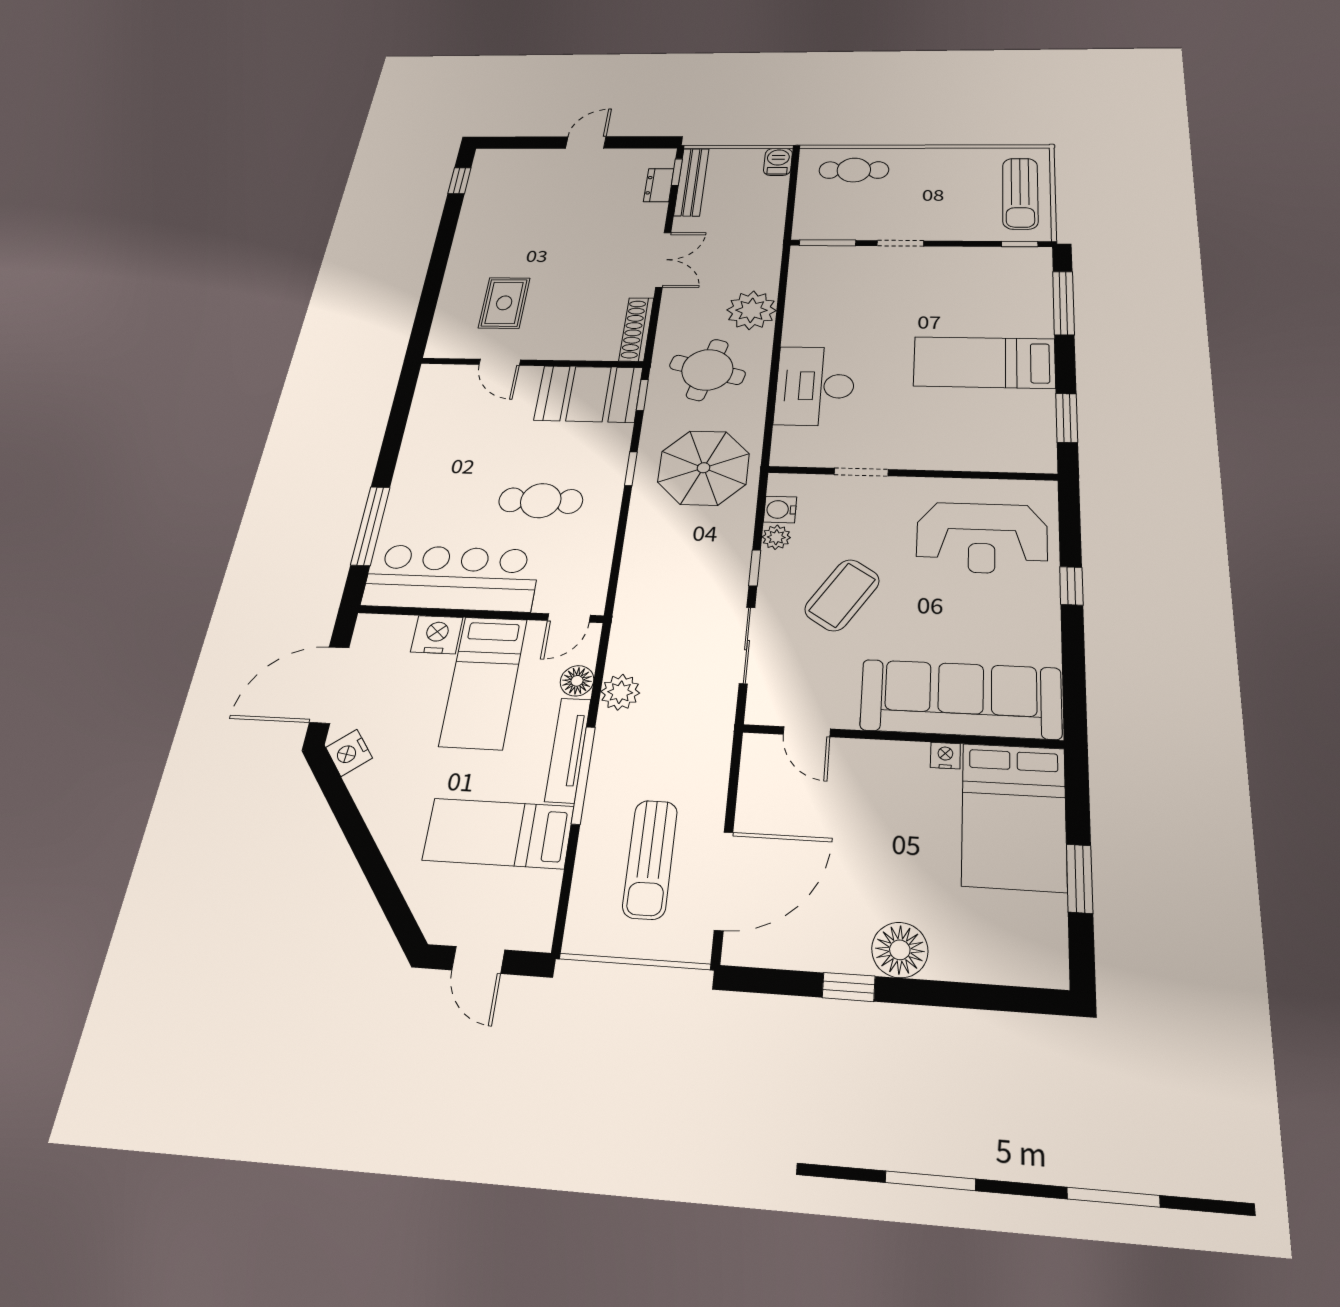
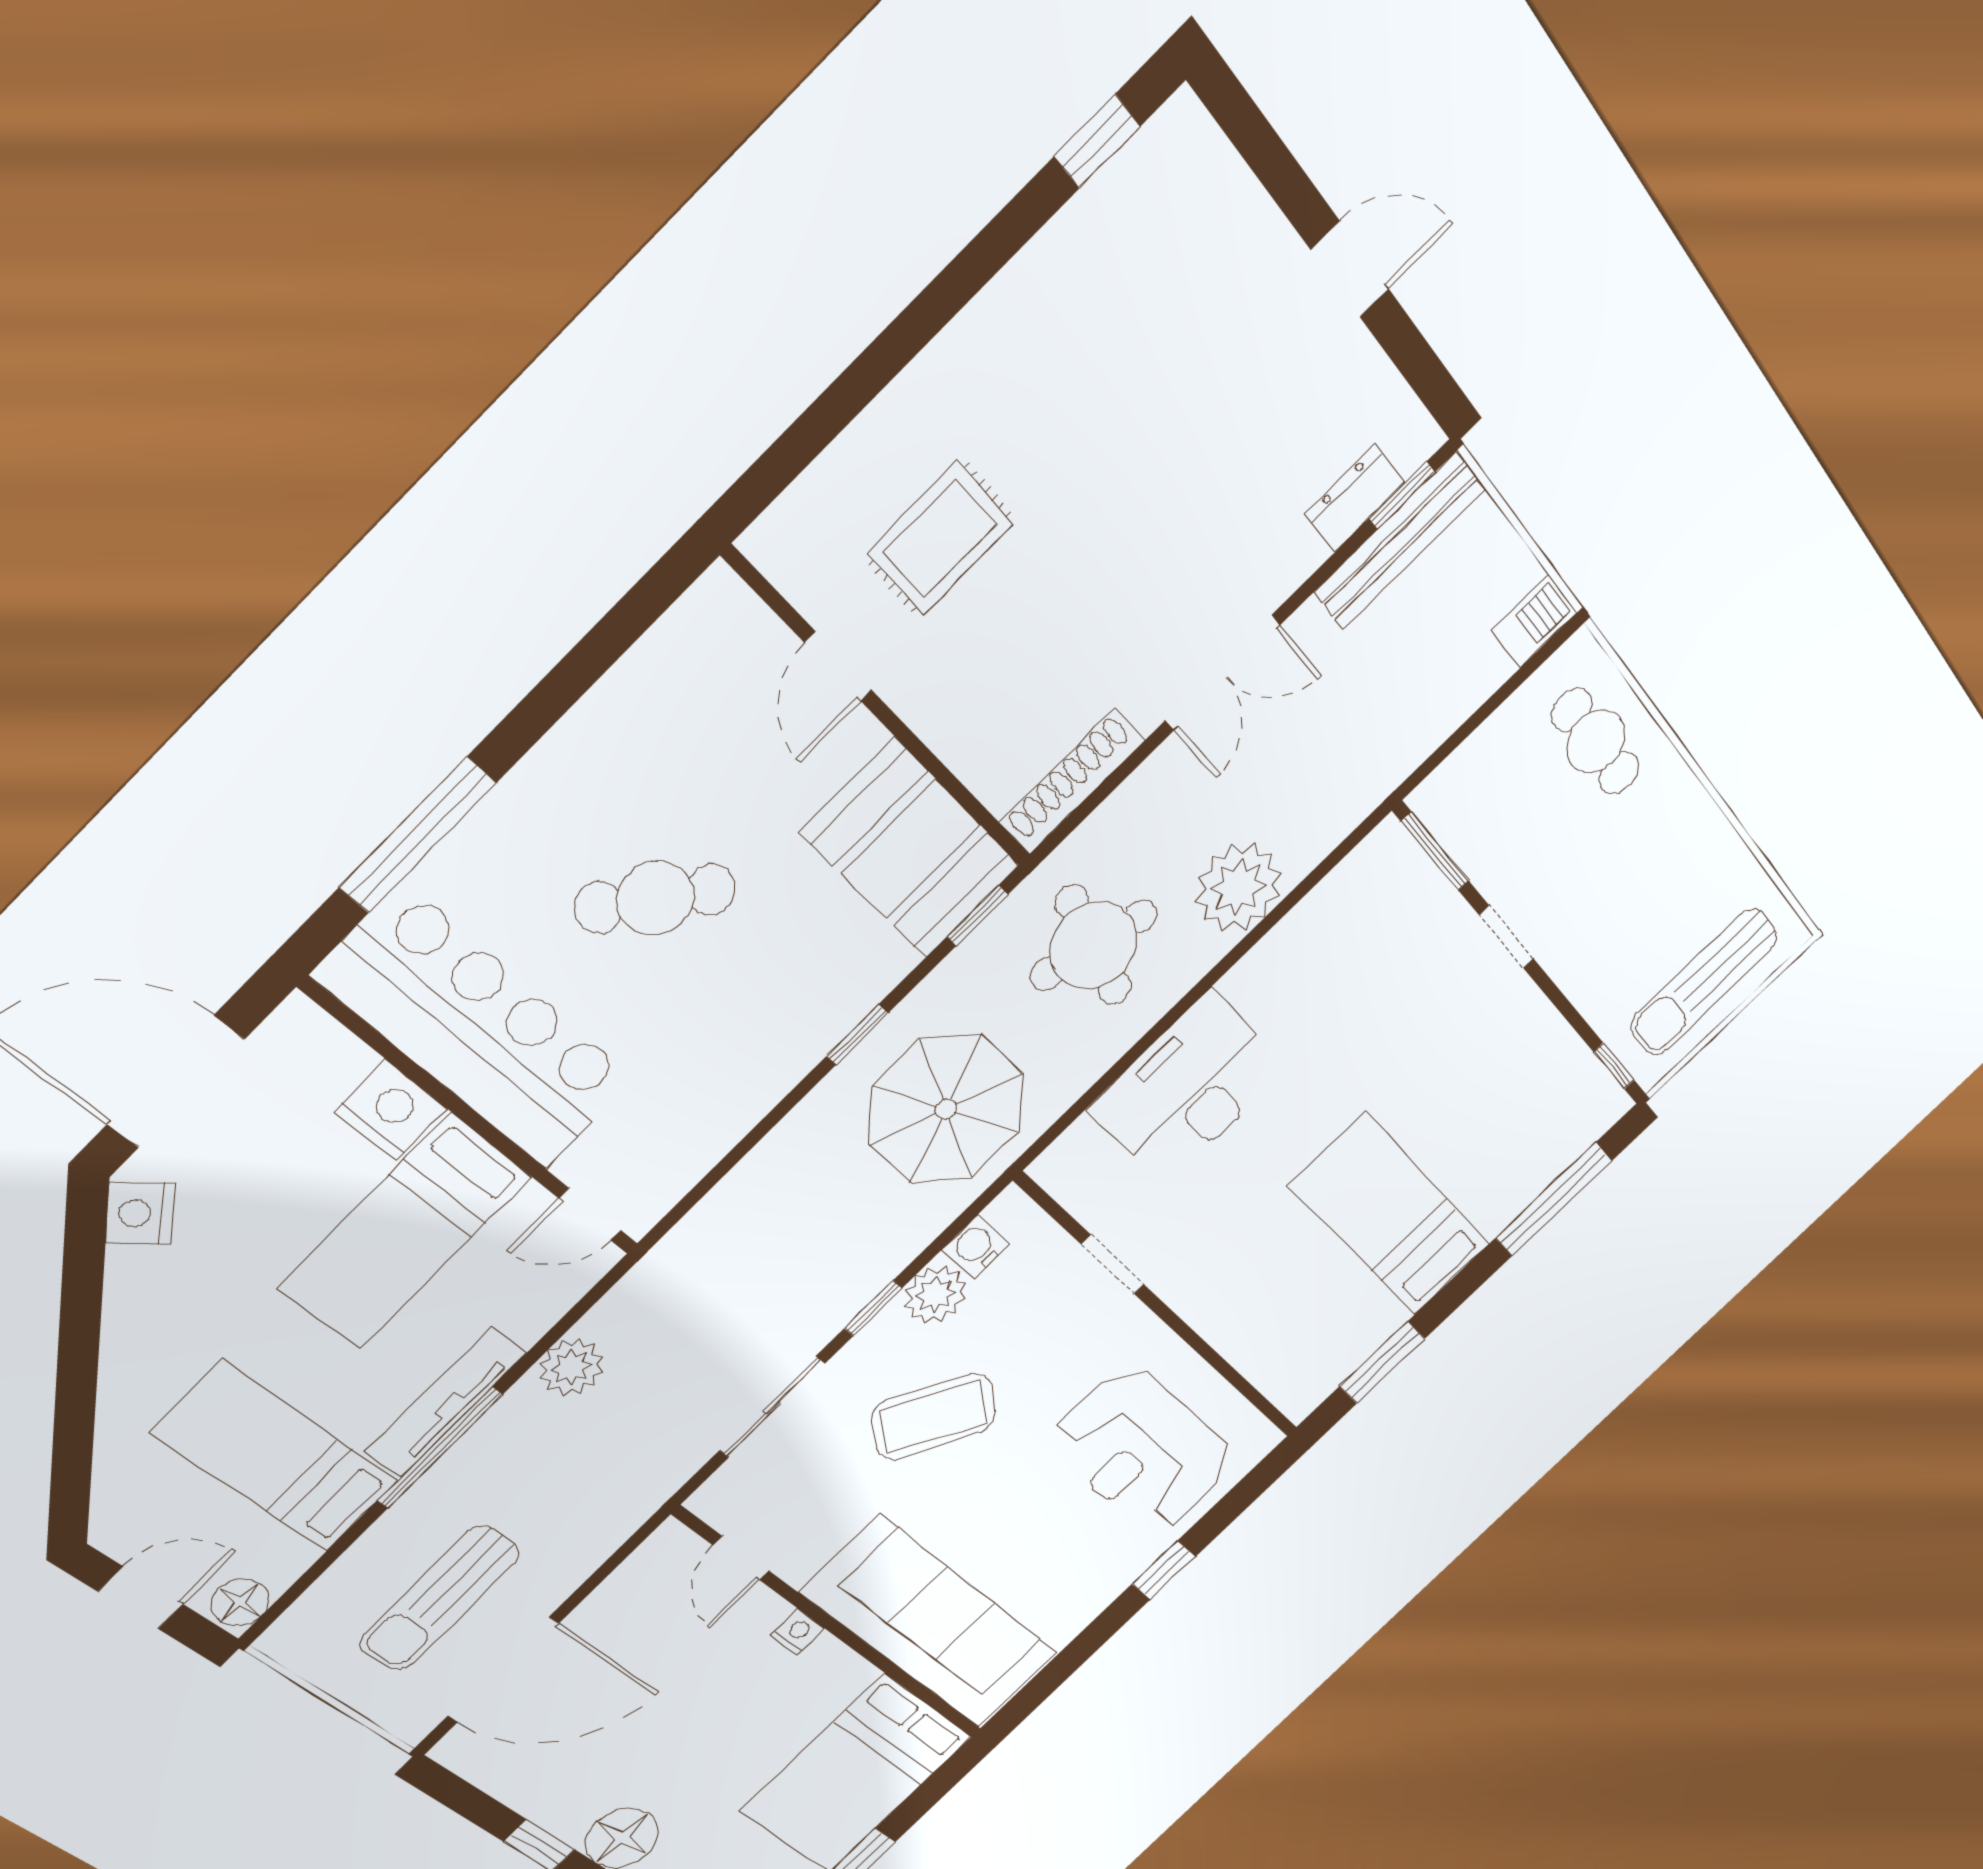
cafe table: (541, 501) -> (655, 898), moved, turned -51
plant: (776, 537) -> (935, 1295), width x1.38, depth x1.38
floor lamp: (577, 681) -> (240, 1602), moved
nightstand: (945, 756) -> (797, 1632), moved
door: (478, 960) -> (141, 1598), swing flipped

